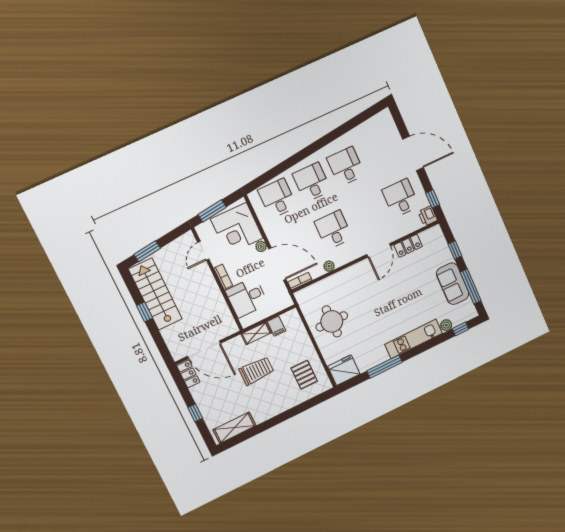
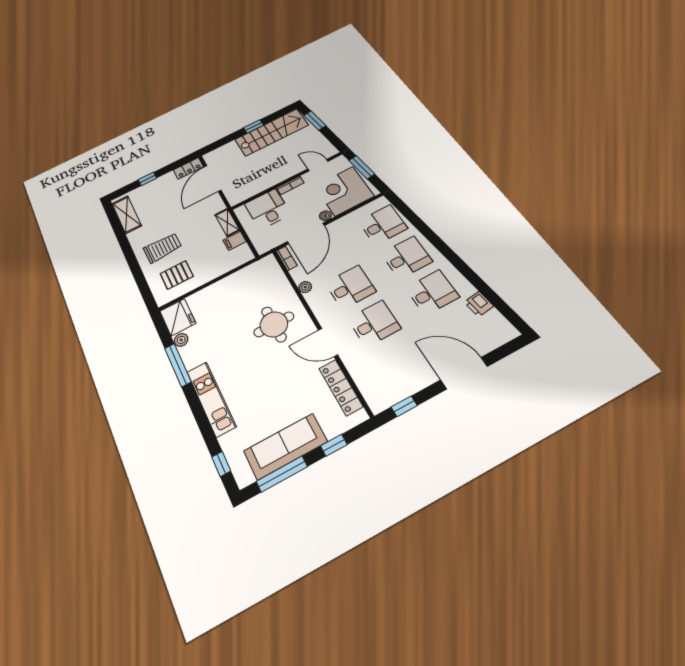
door: (413, 153) -> (464, 373), swing flipped
desk: (401, 198) -> (374, 324), moved
printer: (428, 216) -> (479, 304), moved, turned -97
locker: (408, 246) -> (341, 387), width x1.53
sofa: (453, 284) -> (285, 446), width x1.36
round table: (332, 321) -> (274, 324), moved
plant: (446, 325) -> (181, 340), moved
trolley: (256, 371) -> (163, 248), moved, turned -91

